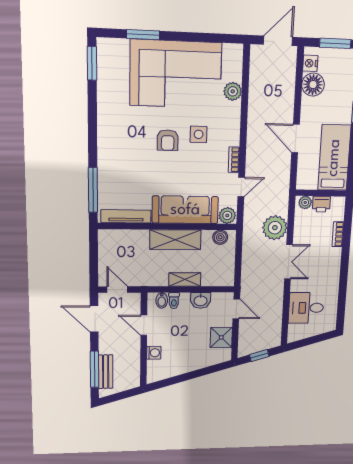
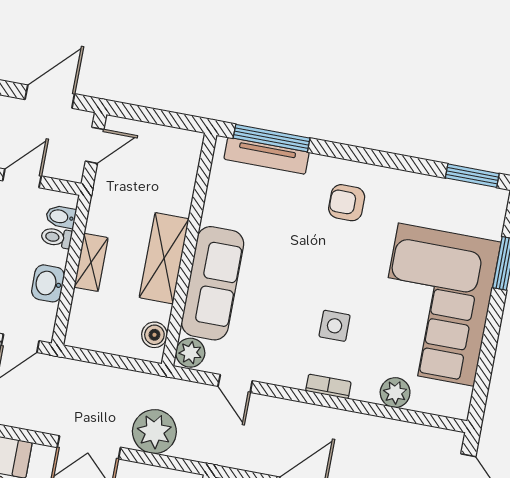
armchair: (168, 140) -> (347, 203), moved
bookcase: (234, 160) -> (328, 386), moved
tv unit: (126, 216) -> (267, 156), moved, turned 90

